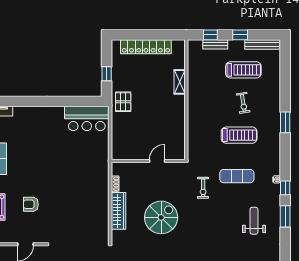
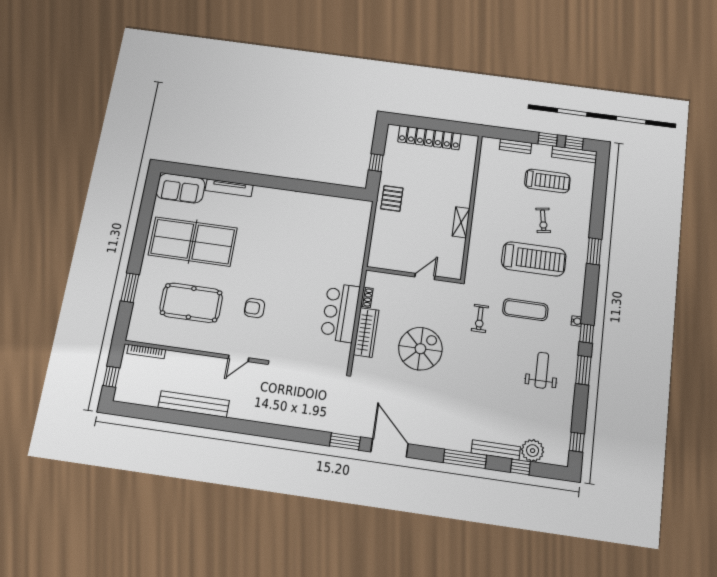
window: (210, 35) -> (574, 143), moved
shelving: (180, 82) -> (461, 222), moved
bar counter: (87, 118) -> (340, 313), moved, turned 90
treadmill: (239, 135) -> (534, 259), width x1.37, depth x1.38

